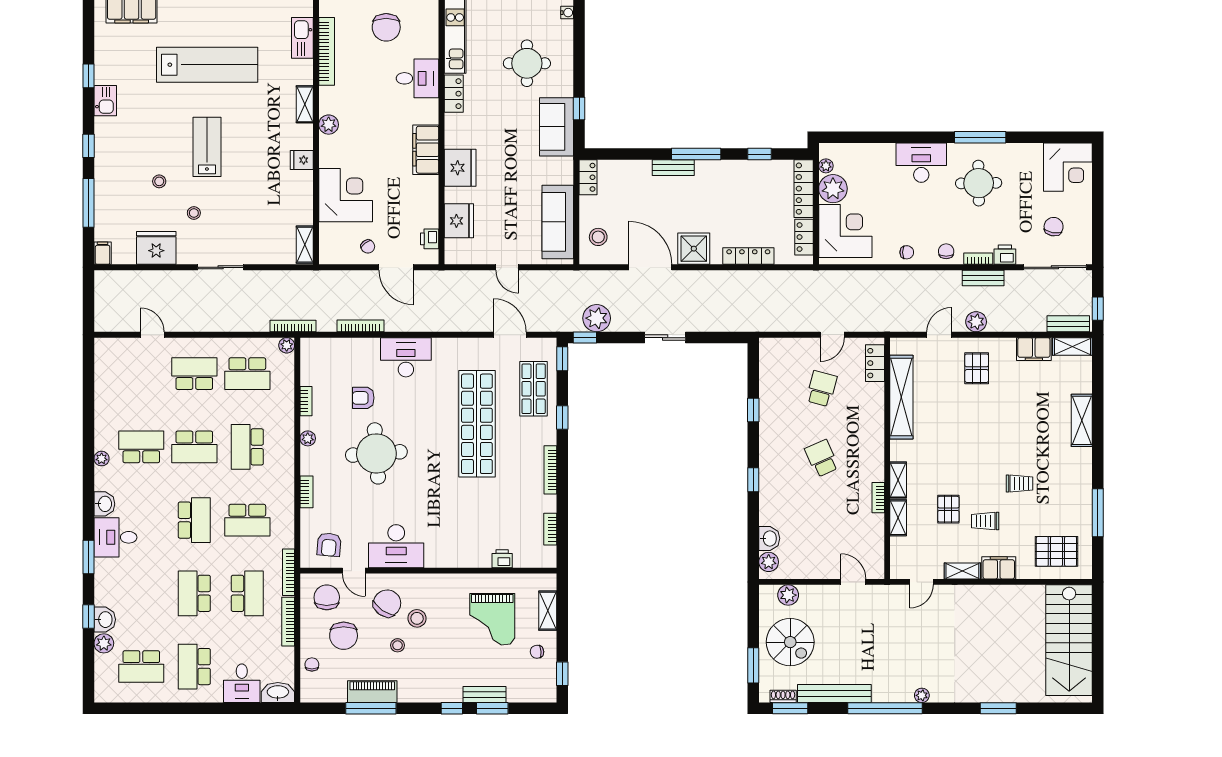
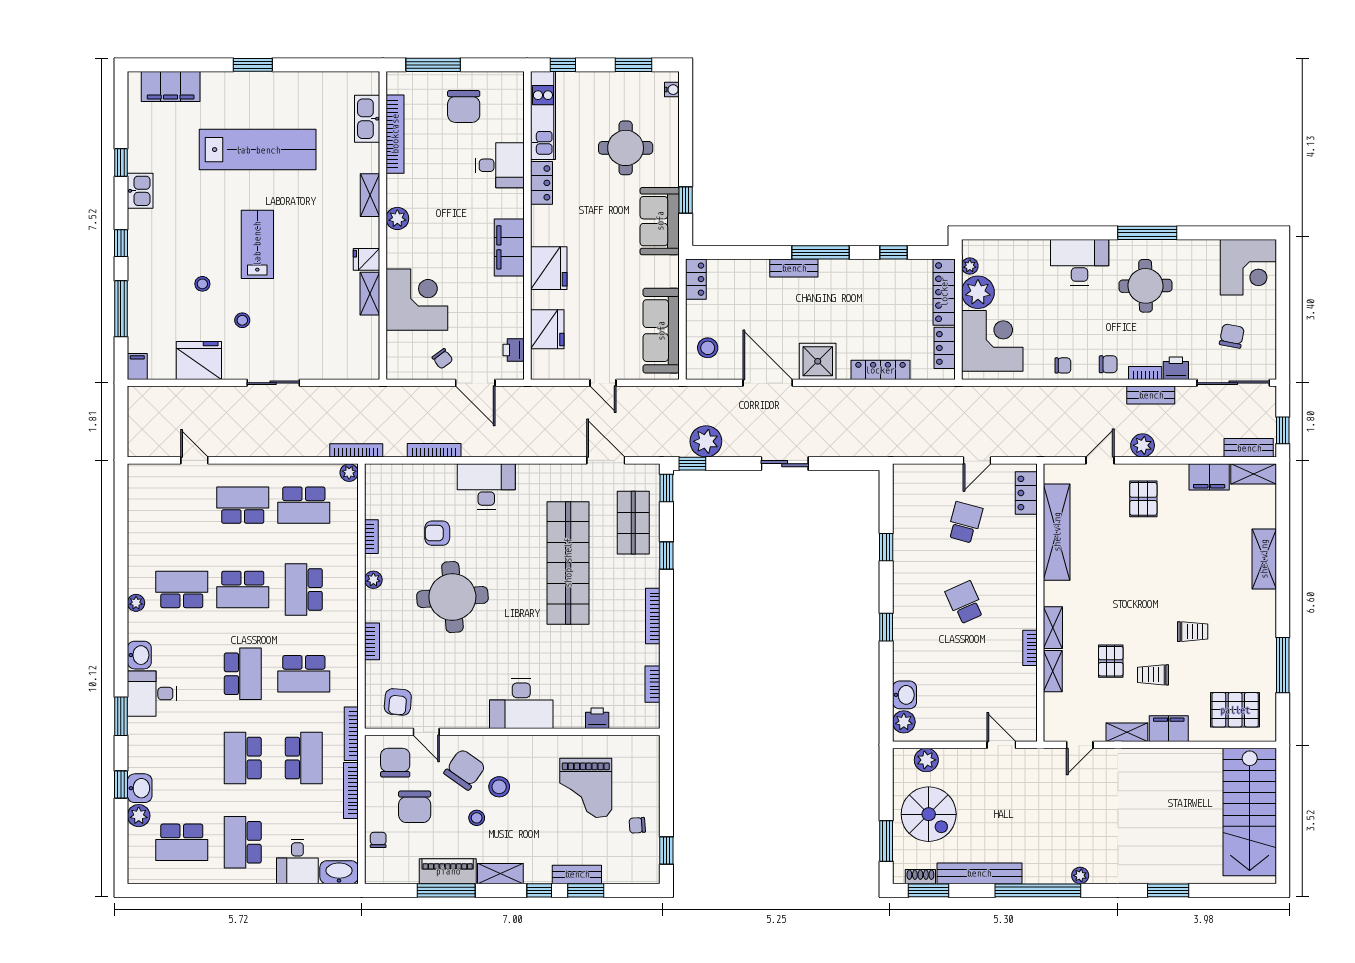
shelving: (305, 245) -> (370, 294), moved
chair: (946, 251) -> (1108, 364), turned 90
desk: (396, 546) -> (521, 704), moved
shelving: (548, 611) -> (500, 874), moved, turned 90

